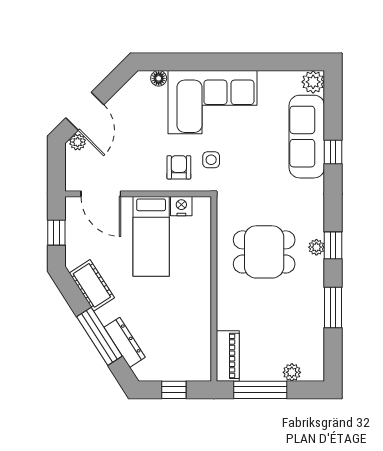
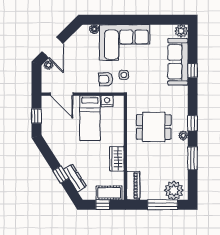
armchair: (179, 167) -> (106, 79), turned -93
plant: (316, 247) -> (183, 136), moved
cot: (92, 285) -> (109, 193), moved, turned -57
wardrobe: (199, 308) -> (117, 159), added
window: (99, 336) -> (61, 175), width x0.46
plant: (292, 372) -> (174, 190), width x1.87, depth x1.87
window: (260, 390) -> (163, 205), moved

